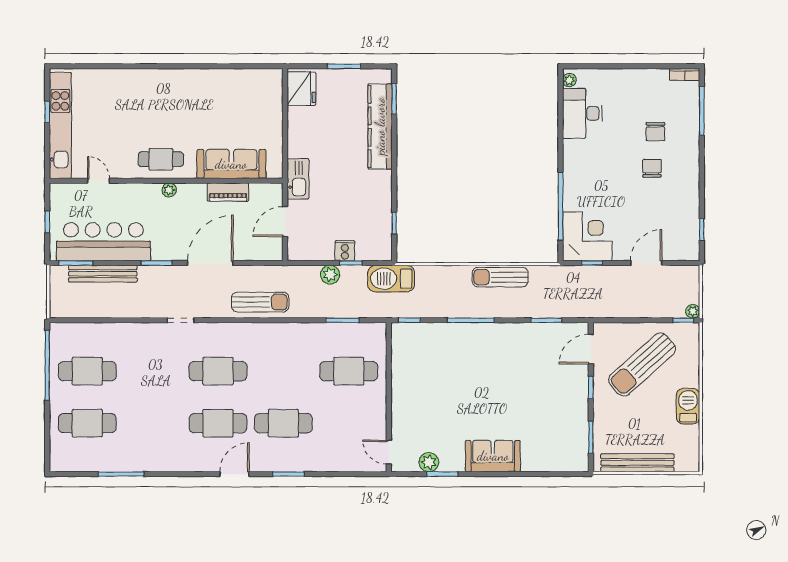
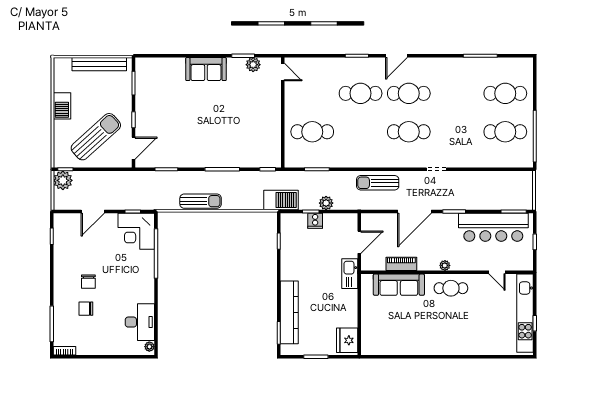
chair: (655, 132) -> (86, 309), turned -90
bench: (103, 274) -> (494, 204), removed
plant: (693, 311) -> (63, 180), width x1.88, depth x1.88

